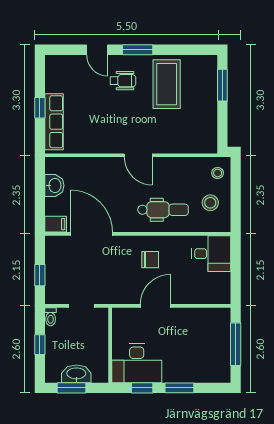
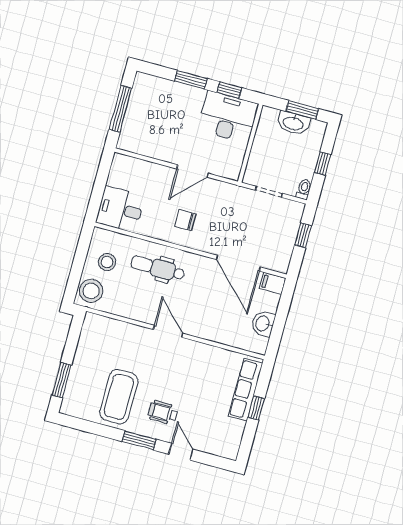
stool: (218, 173) -> (91, 291), width x1.89, depth x1.89

